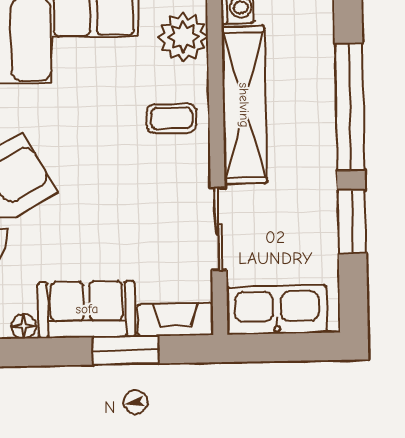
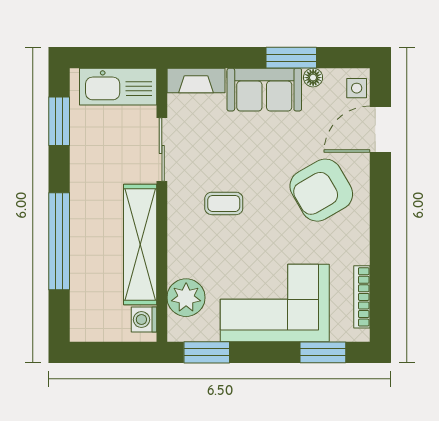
coffee table: (171, 118) -> (224, 203), moved
window: (352, 221) -> (59, 121), moved
window: (126, 350) -> (291, 58), moved

